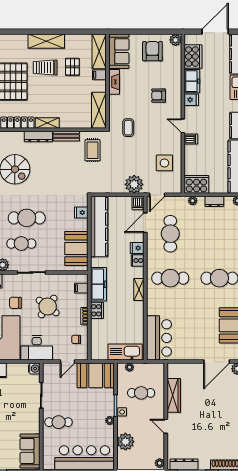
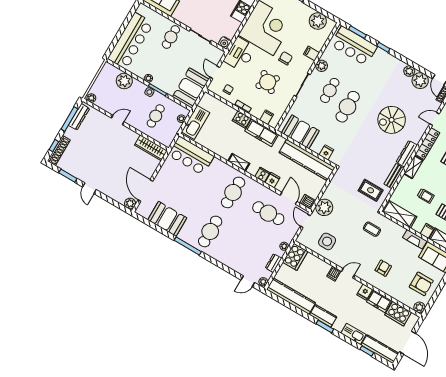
trolley: (67, 95) -> (426, 196), added
wardrobe: (174, 395) -> (151, 148), moved

